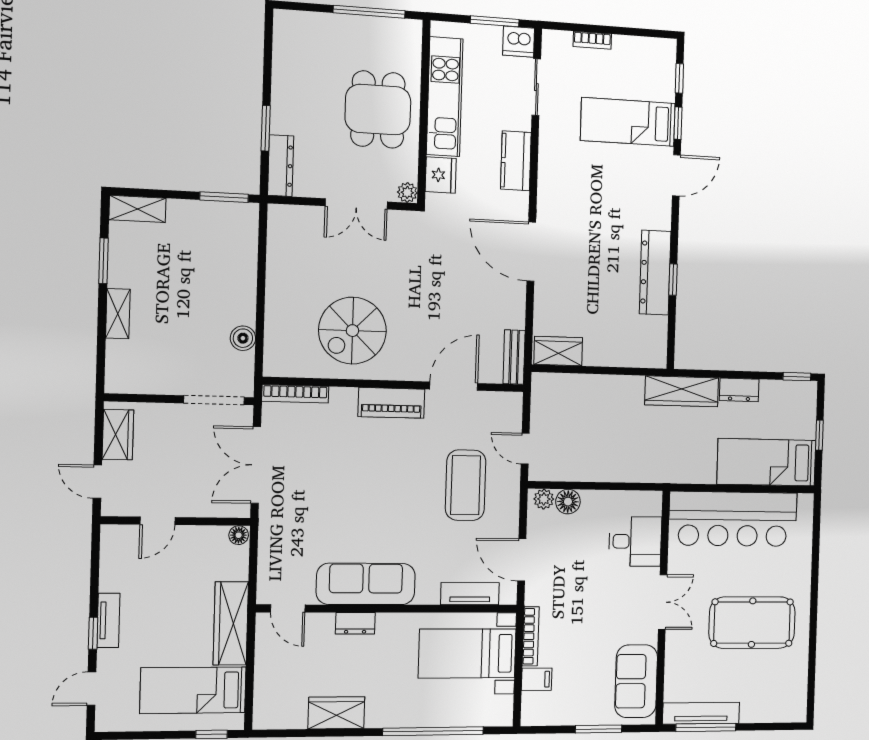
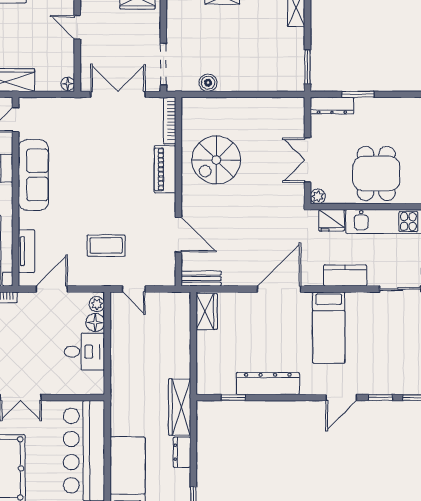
dining table: (378, 110) -> (376, 173), turned 90
bed: (628, 122) -> (329, 328), moved, turned 180
door: (676, 175) -> (341, 398), hinge flipped
window: (673, 280) -> (233, 398), moved
spiral stairs: (352, 331) -> (216, 160), turned -90
piano: (391, 403) -> (165, 169), moved
door: (525, 449) -> (134, 289), swing flipped
coffee table: (466, 485) -> (106, 246), width x0.73, depth x0.76
desk: (635, 541) -> (84, 352), moved, turned -90

